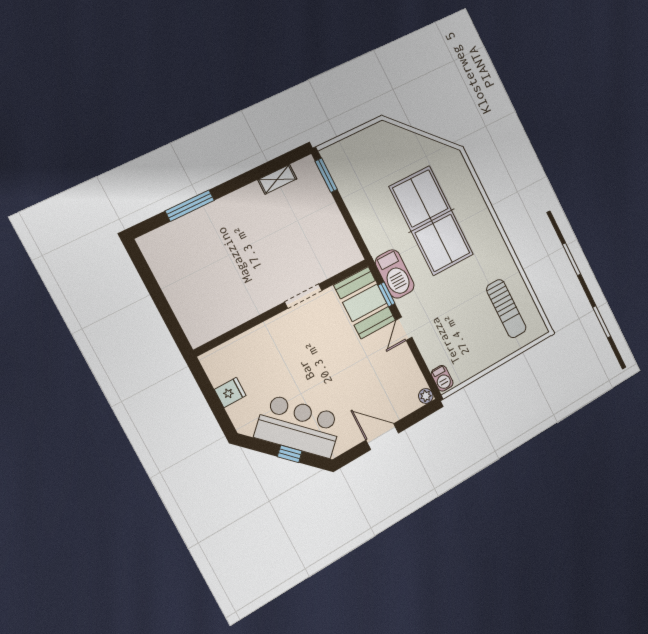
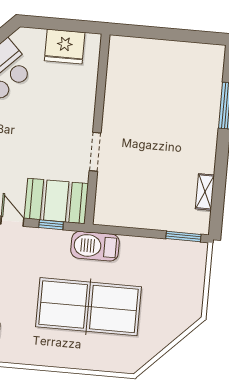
barbecue: (395, 274) -> (95, 246), moved
fridge: (230, 392) -> (65, 47), width x1.88, depth x1.34

